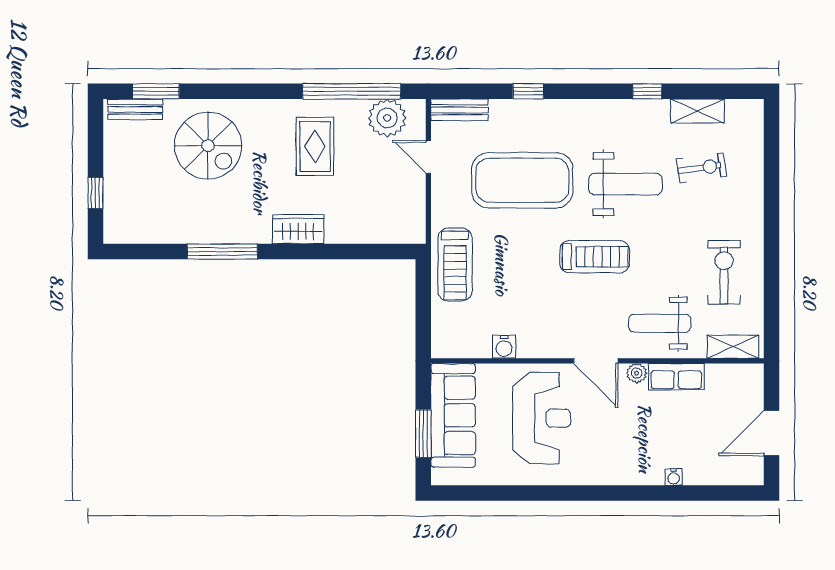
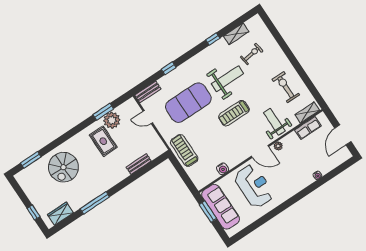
window: (352, 91) -> (103, 112), width x0.47
bench: (135, 109) -> (139, 164), moved
plant: (387, 118) -> (112, 120), moved
spiral stairs: (208, 146) -> (63, 167), turned 90
wardrobe: (298, 229) -> (60, 214), moved
treadmill: (595, 257) -> (234, 113), turned 180
treadmill: (455, 265) -> (184, 150), turned 180
weight bench: (660, 323) -> (274, 122), turned 90
row of seats: (676, 377) -> (308, 128), moved
window: (423, 434) -> (208, 212), moved

